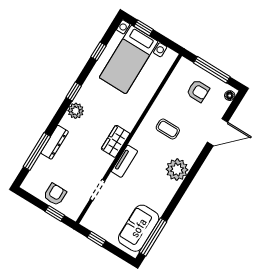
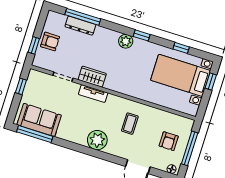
wardrobe: (116, 141) -> (92, 77), moved
dresser: (55, 142) -> (80, 26), moved

